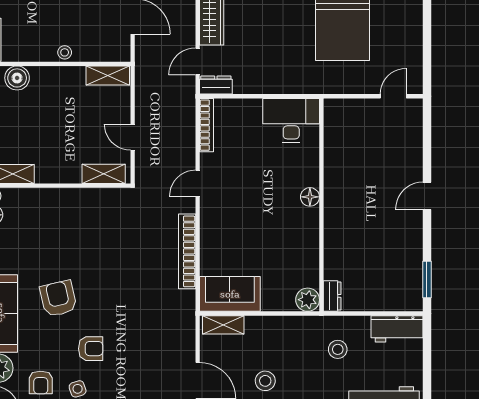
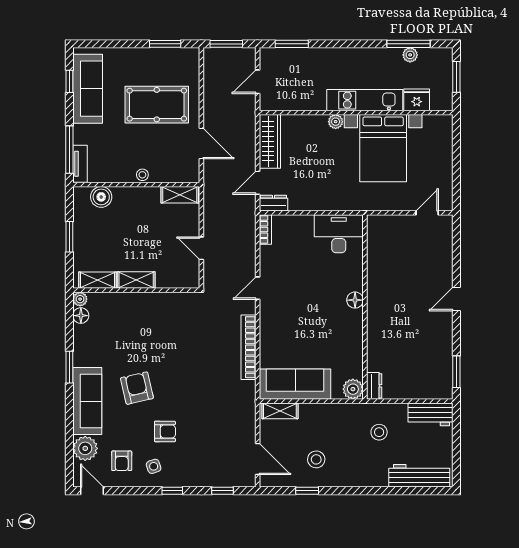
bookcase: (206, 125) -> (265, 229), width x0.64
shelving: (104, 174) -> (136, 280), moved
sofa: (230, 294) -> (295, 384), width x1.36

